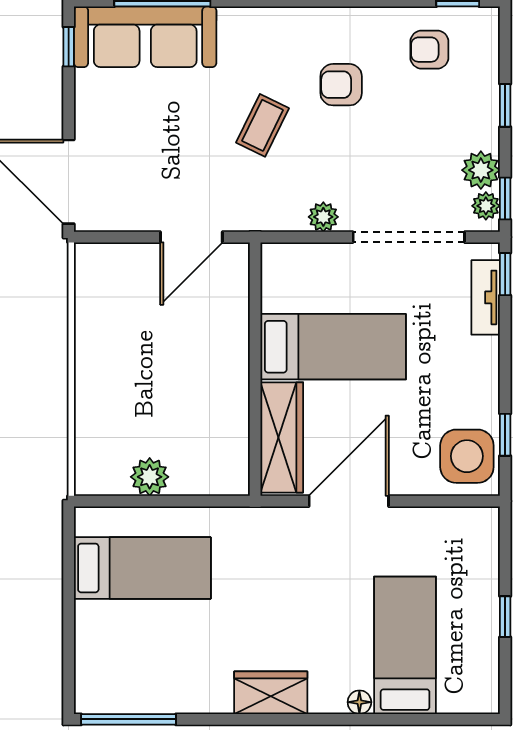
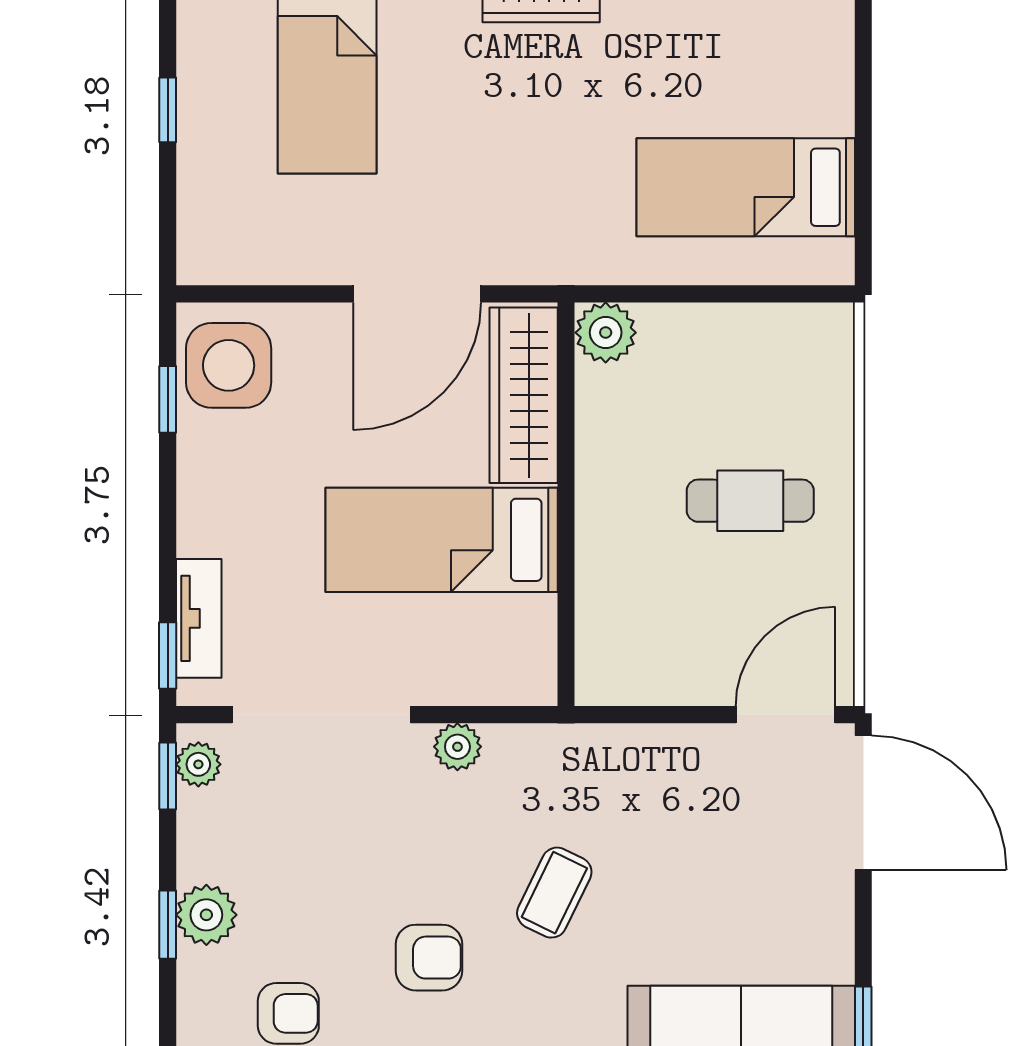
plant: (481, 170) -> (206, 915), moved
door: (191, 237) -> (786, 715), moved
cafe table: (140, 371) -> (750, 501), added
plant: (150, 477) -> (606, 333), moved

